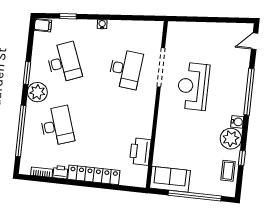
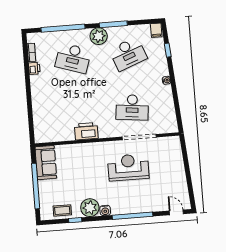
window: (27, 73) -> (113, 24), width x1.44
desk: (57, 126) -> (73, 58), turned 36
printer: (140, 152) -> (86, 131), moved
locker: (94, 175) -> (37, 97), removed

